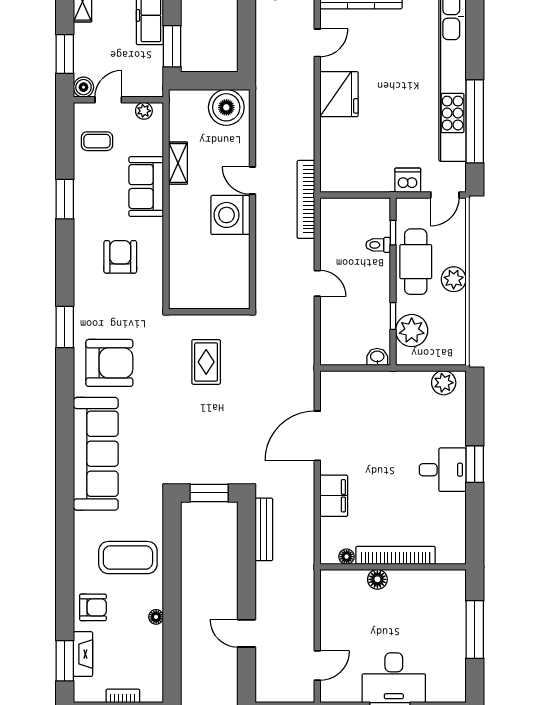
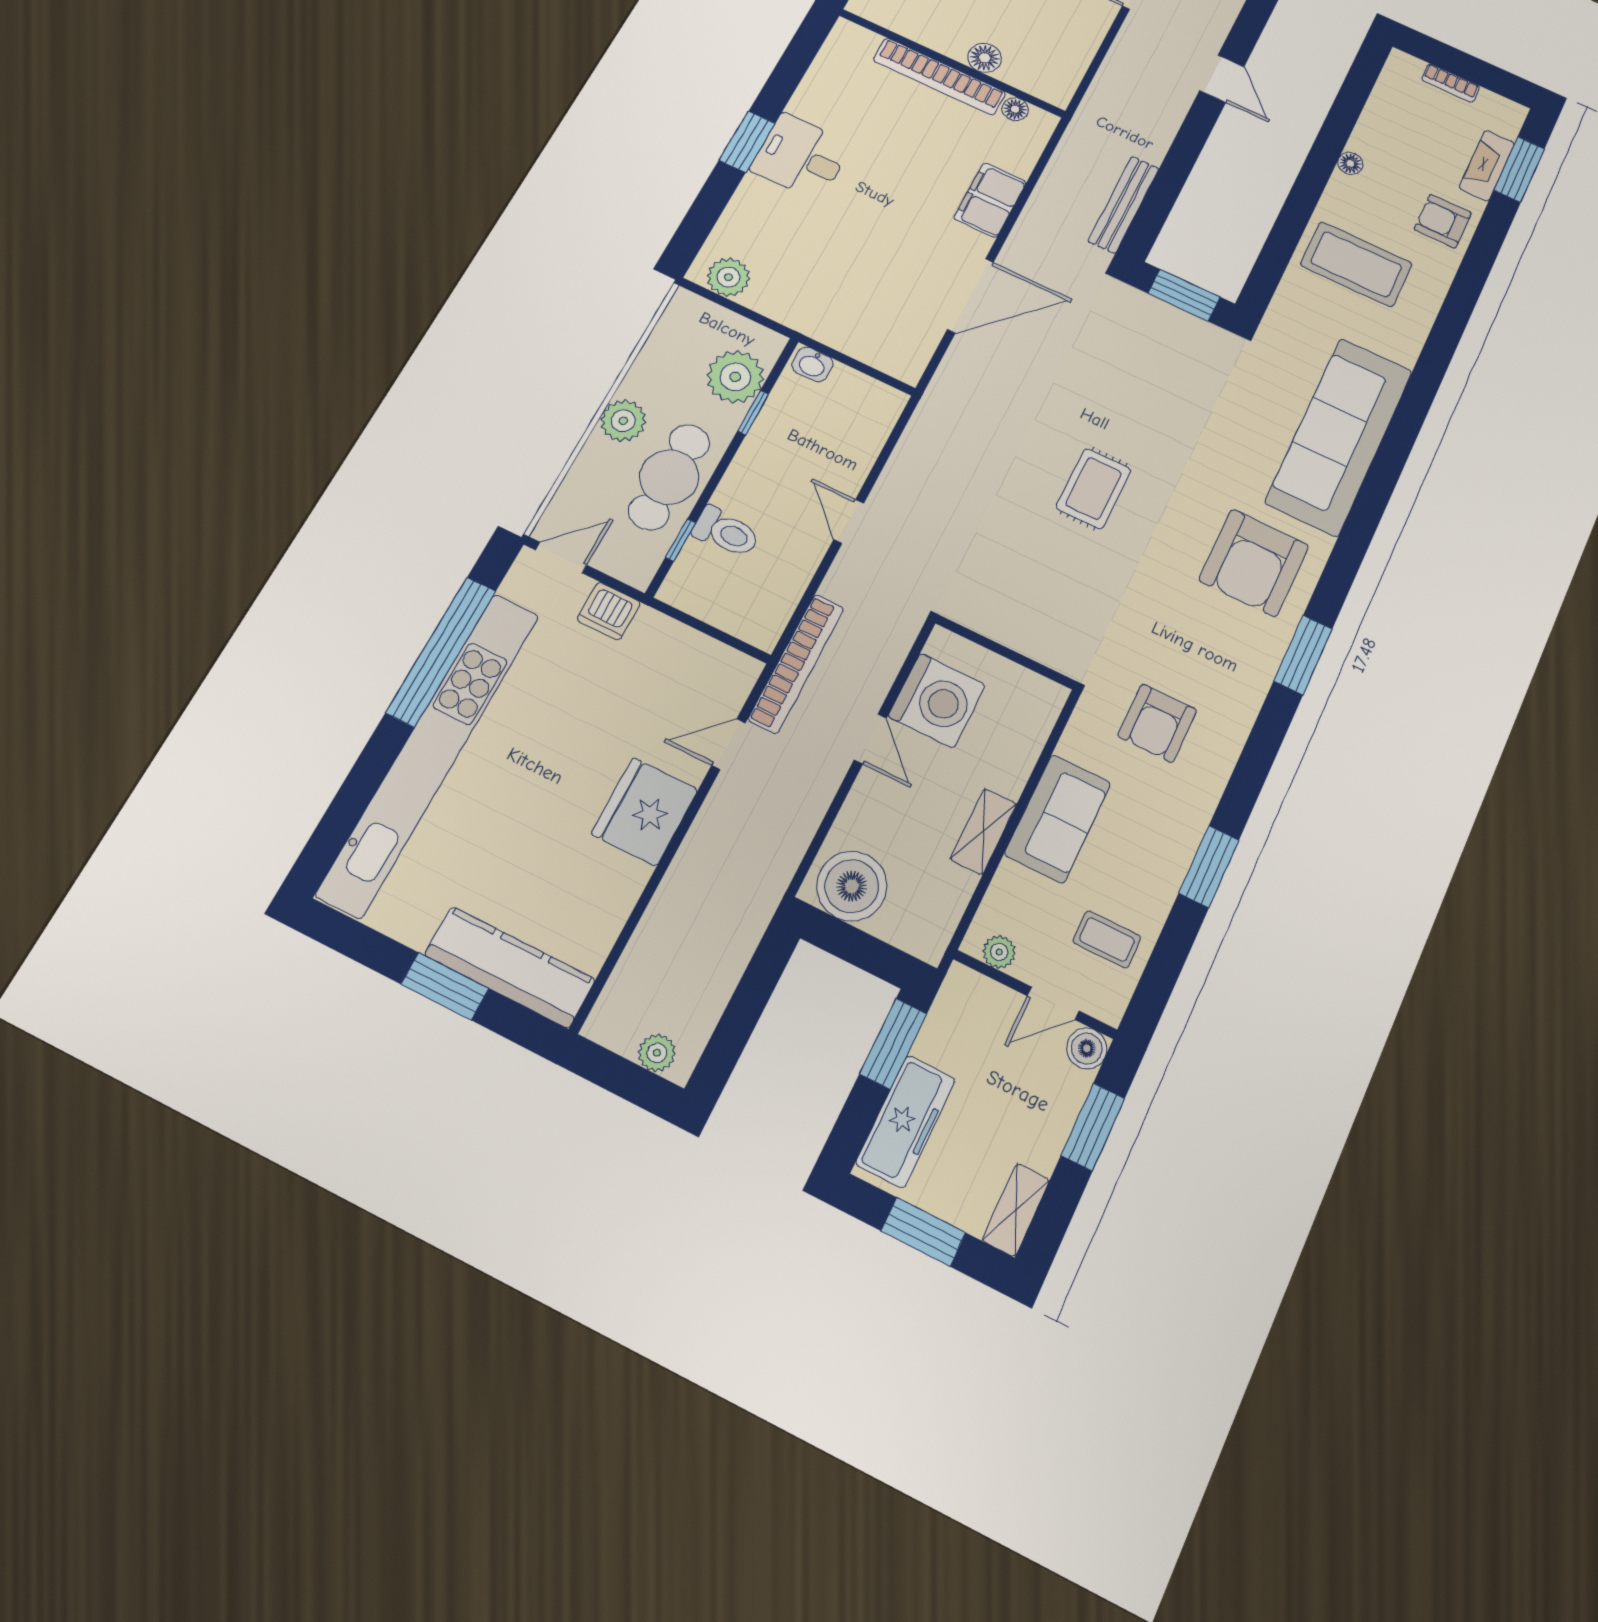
door: (317, 43) -> (729, 744), moved
toilet: (378, 245) -> (726, 532), width x1.37, depth x1.39
wall: (209, 312) -> (1006, 652), moved
armchair: (109, 363) -> (1254, 563), turned -90

